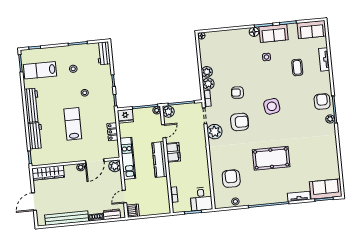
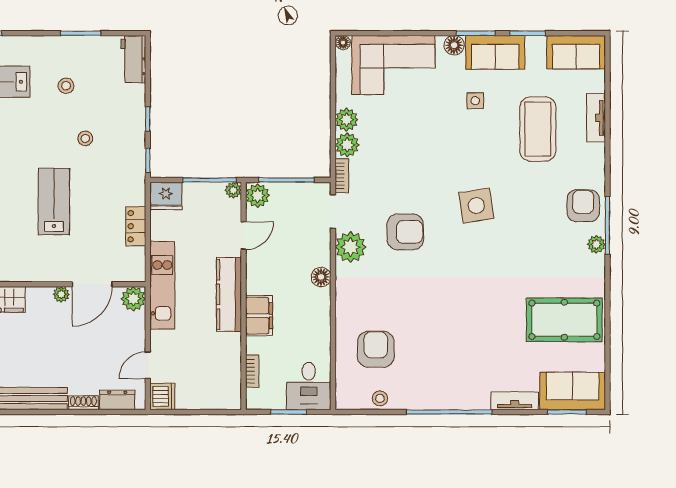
corner sofa: (226, 44) -> (393, 65), added
coffee table: (297, 67) -> (538, 129), width x1.86, depth x1.72
armchair: (237, 93) -> (407, 170), removed
floor lamp: (202, 147) -> (321, 277), added
filing cabinet: (173, 152) -> (259, 316), moved
pool table: (271, 158) -> (564, 320), moved

